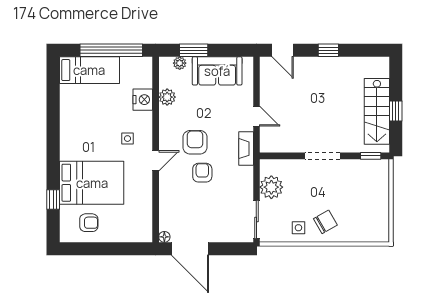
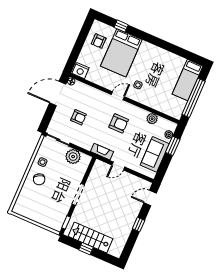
nightstand: (143, 100) -> (81, 71), moved
door: (156, 161) -> (118, 96), swing flipped
armchair: (202, 173) -> (78, 117), moved

